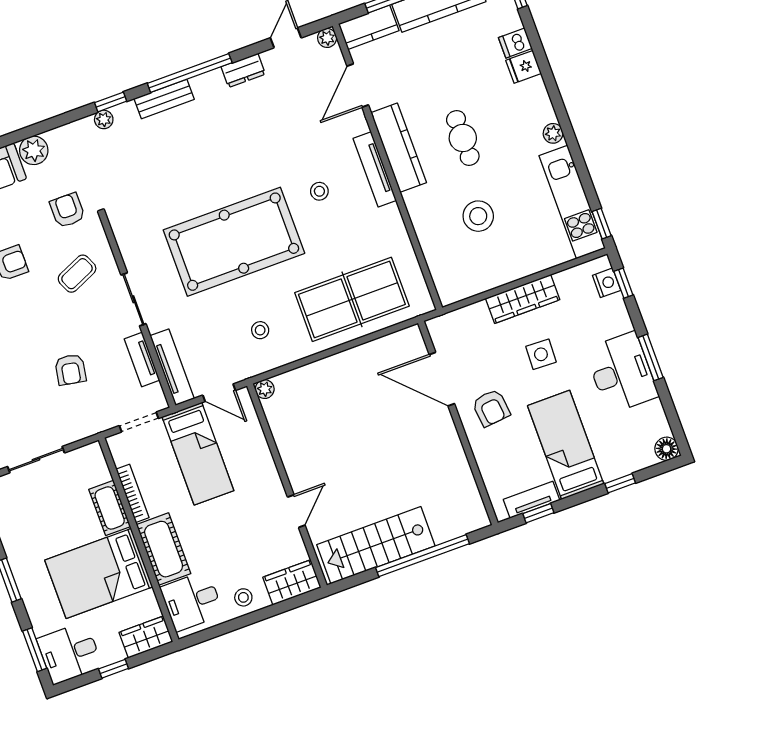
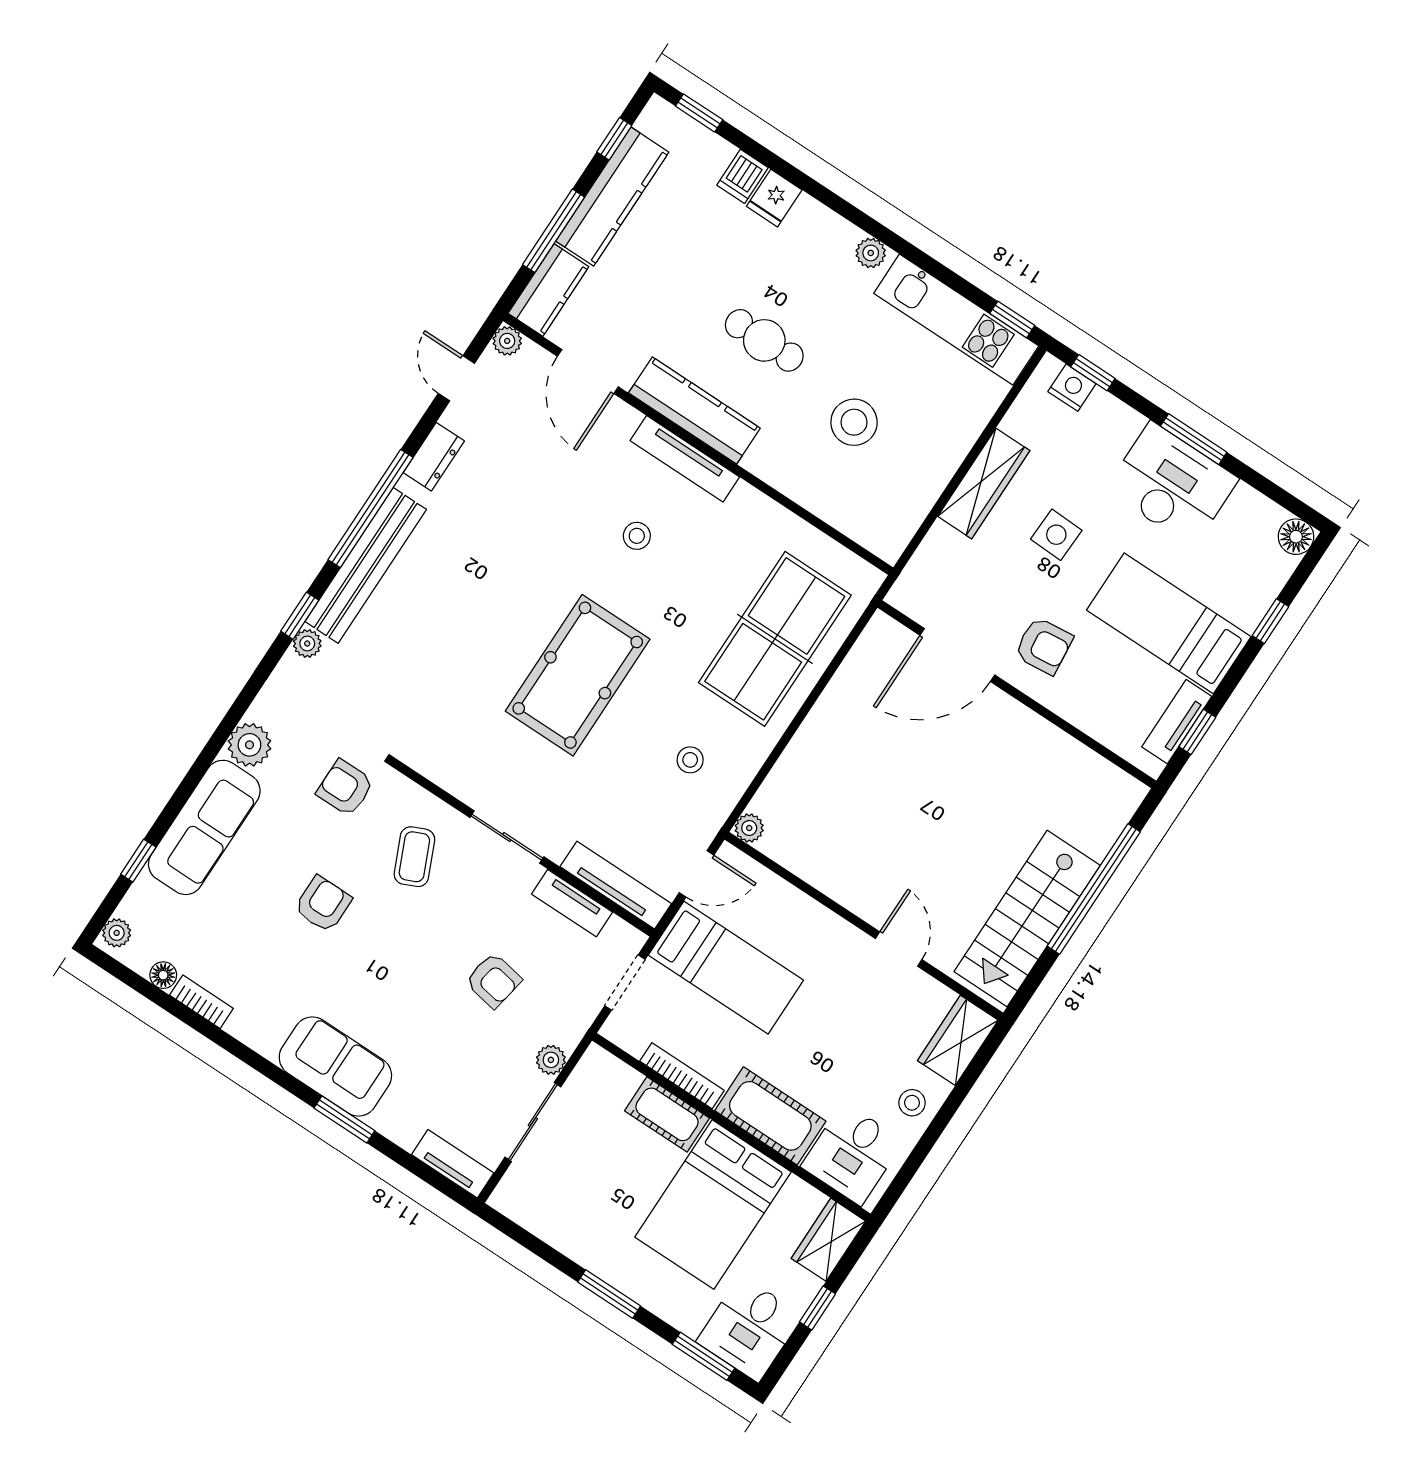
bench: (164, 99) -> (366, 565), width x1.86, depth x1.21
pool table: (234, 242) -> (578, 675), width x0.73, depth x0.76
plant: (70, 434) -> (551, 1060), added

